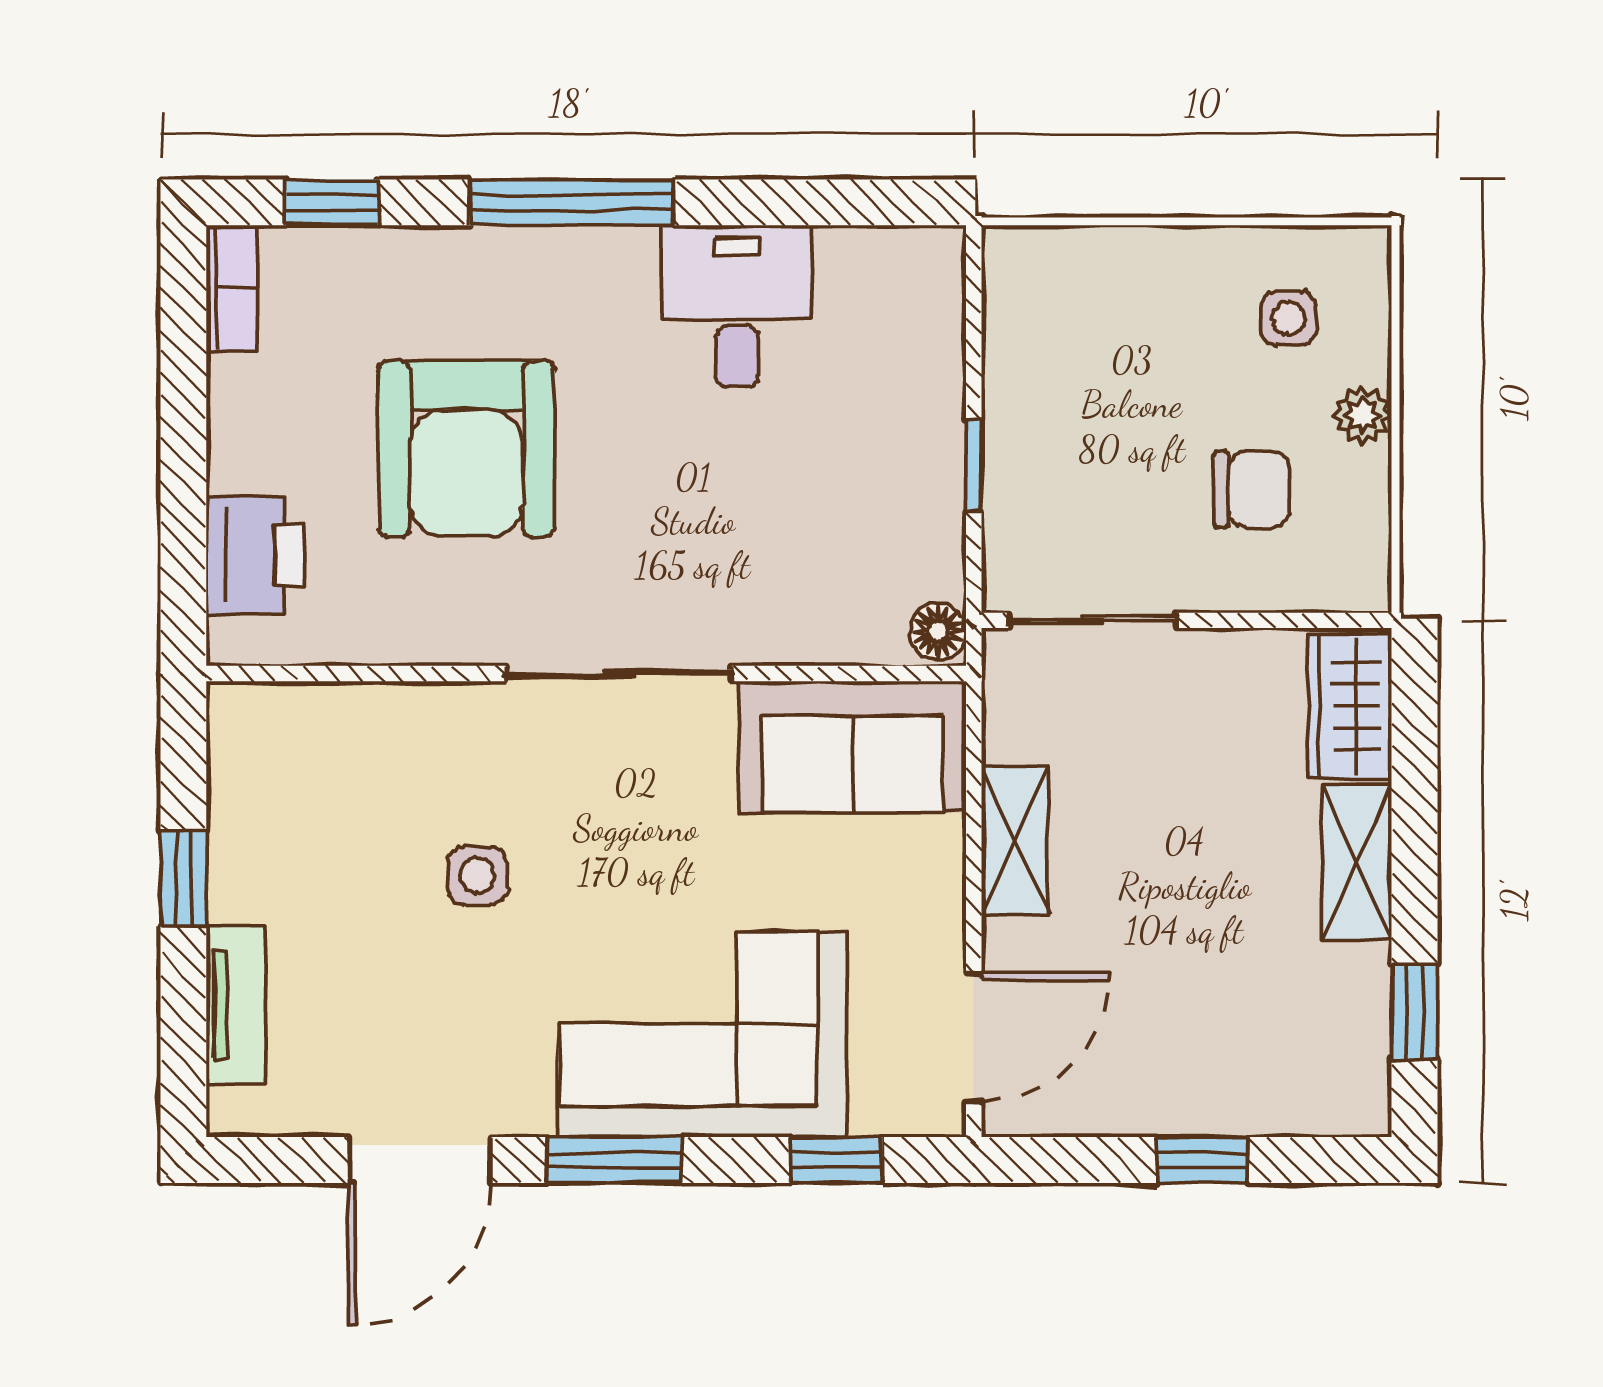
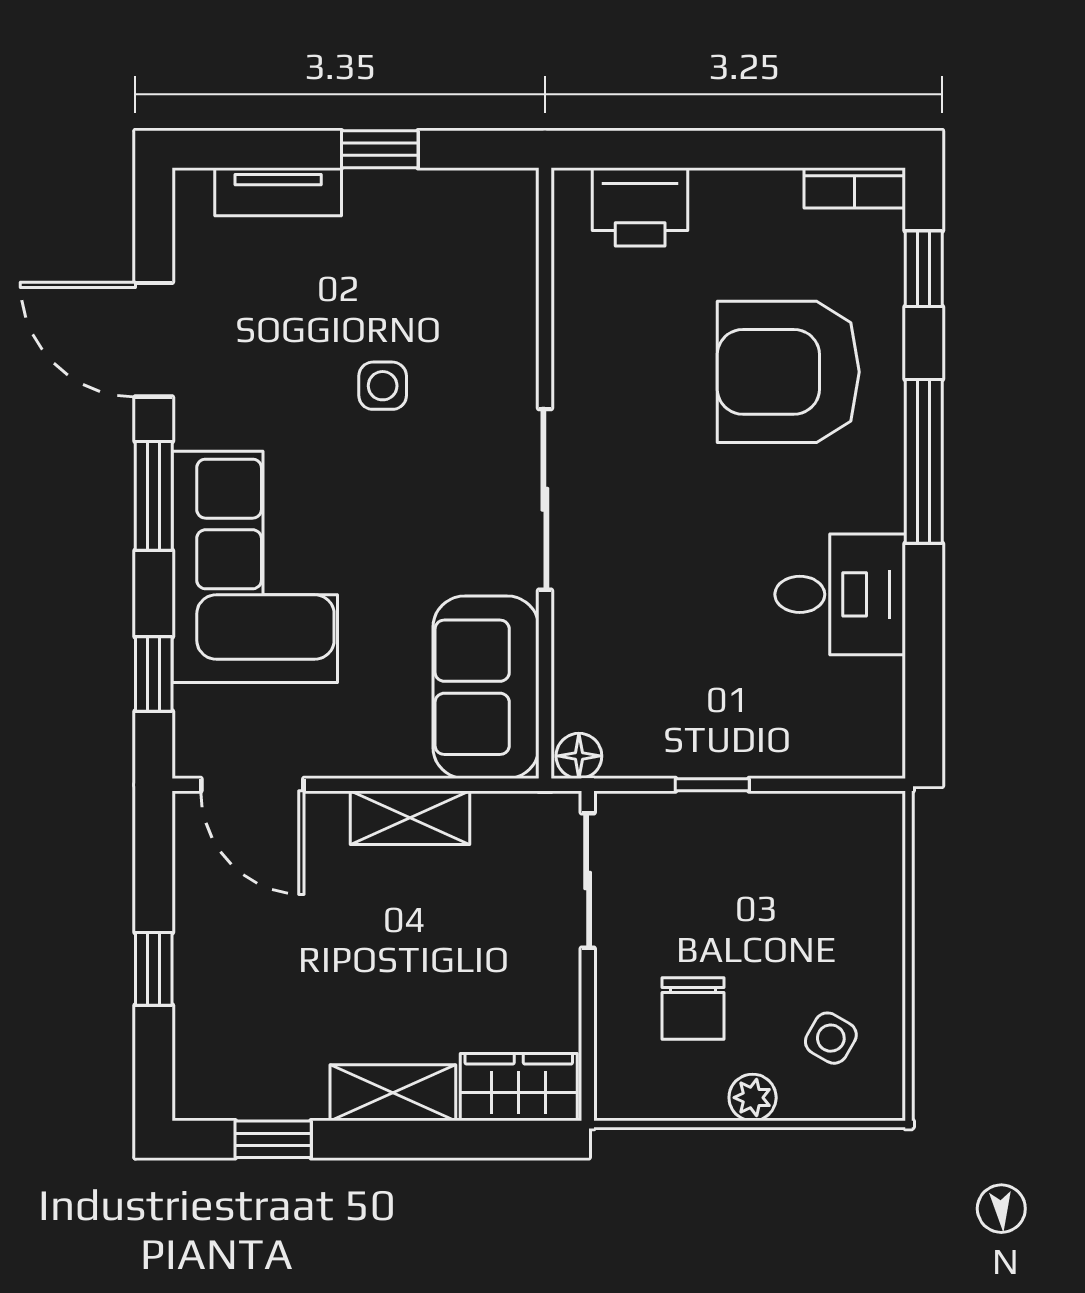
side table: (1289, 318) -> (831, 1038), turned 30
armchair: (466, 449) -> (788, 372), moved

